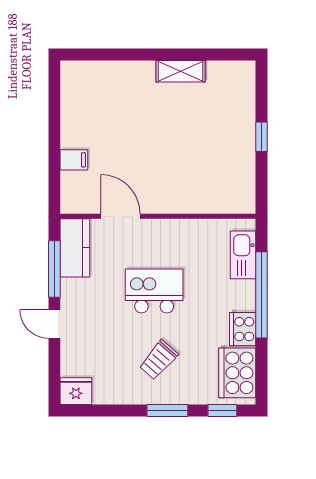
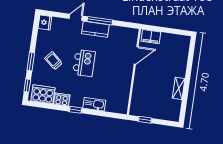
filing cabinet: (74, 160) -> (151, 37), width x2.00
door: (120, 216) -> (136, 55), moved
wall: (158, 216) -> (134, 72), moved
kitchen counter: (75, 248) -> (95, 29), moved
window: (262, 295) -> (76, 110), width x0.32

